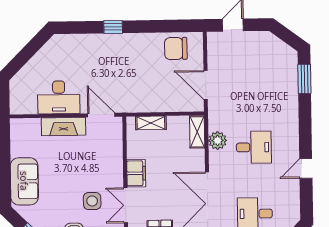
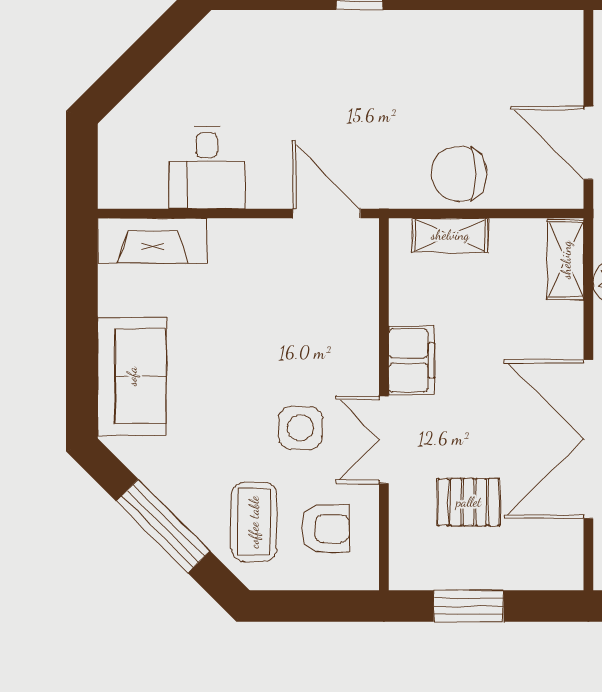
chair: (176, 48) -> (459, 174), moved
desk: (59, 97) -> (207, 168), width x0.73
fireplace: (64, 127) -> (152, 241), moved

